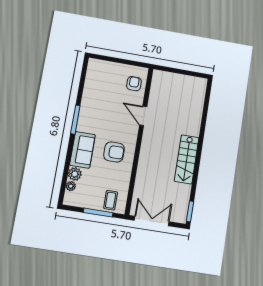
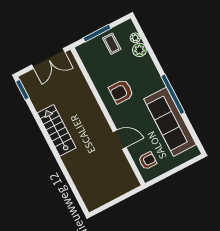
armchair: (134, 84) -> (147, 161), turned -90
window: (75, 120) -> (173, 94), width x1.46
sofa: (82, 150) -> (170, 122), moved, width x1.85, depth x1.27
coffee table: (111, 200) -> (112, 44), moved

